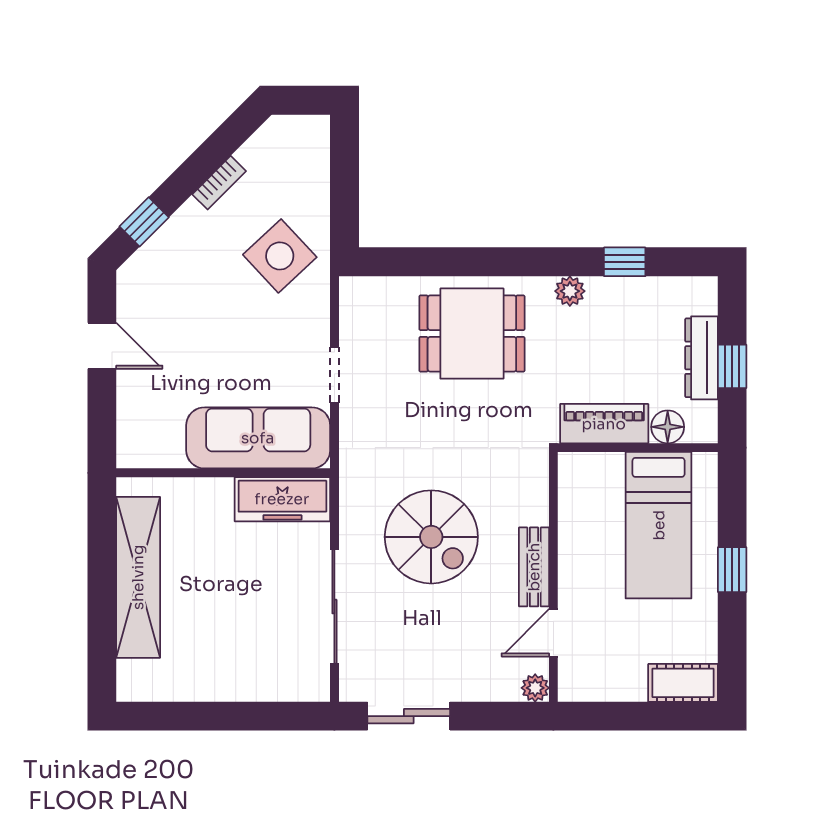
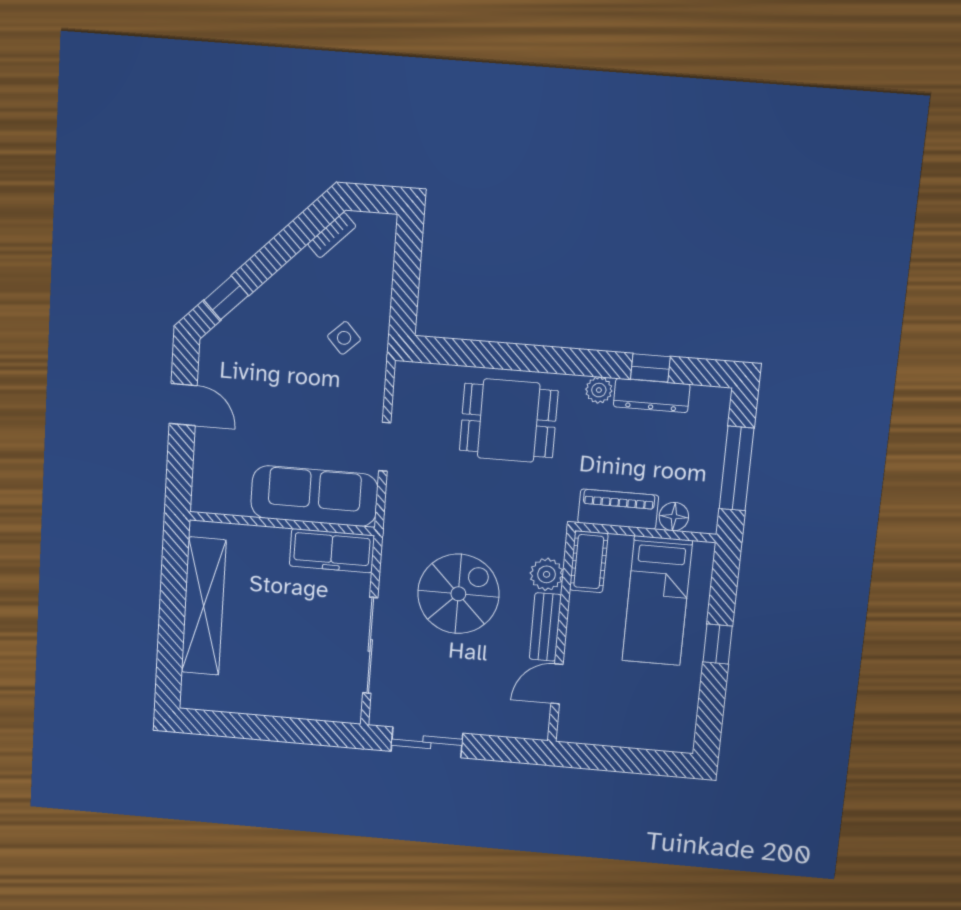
bookcase: (219, 183) -> (332, 235), moved
side table: (280, 256) -> (344, 338), width x0.54, depth x0.54
dresser: (702, 358) -> (652, 396), moved, turned -90
window: (732, 366) -> (737, 469), width x2.17
spiral stairs: (431, 537) -> (458, 594), turned -90
cot: (683, 683) -> (589, 562), moved, turned 90
plant: (535, 688) -> (547, 574), moved, width x1.38, depth x1.38

